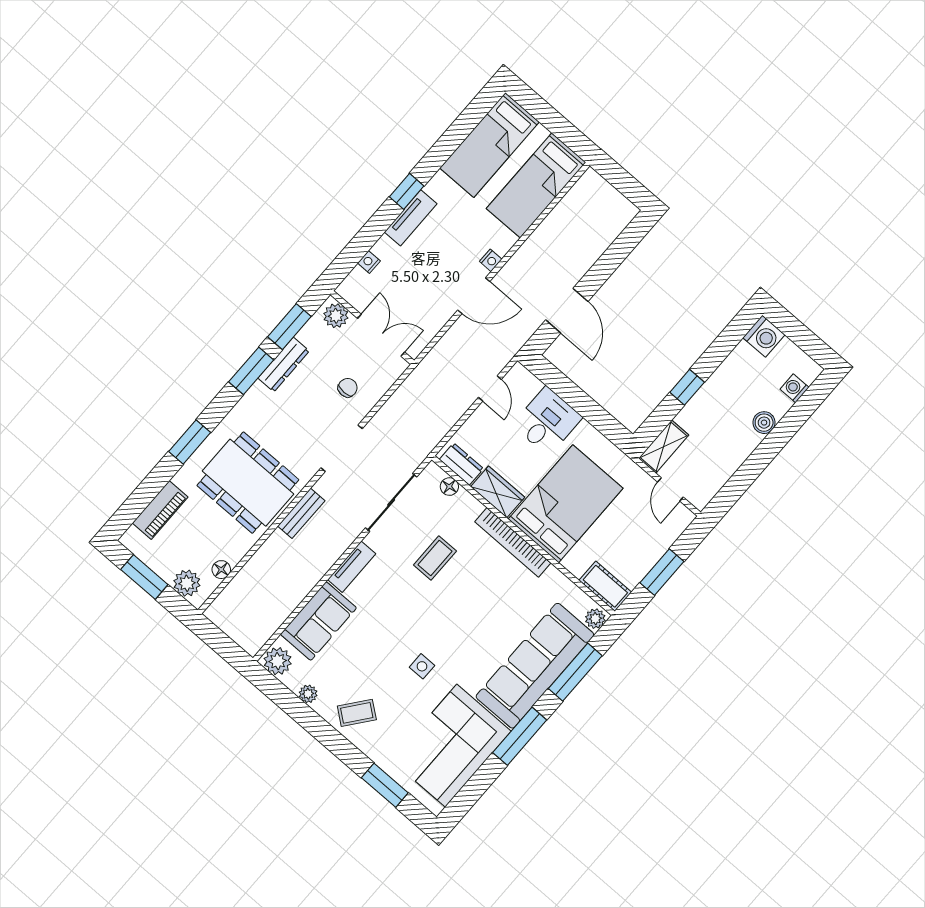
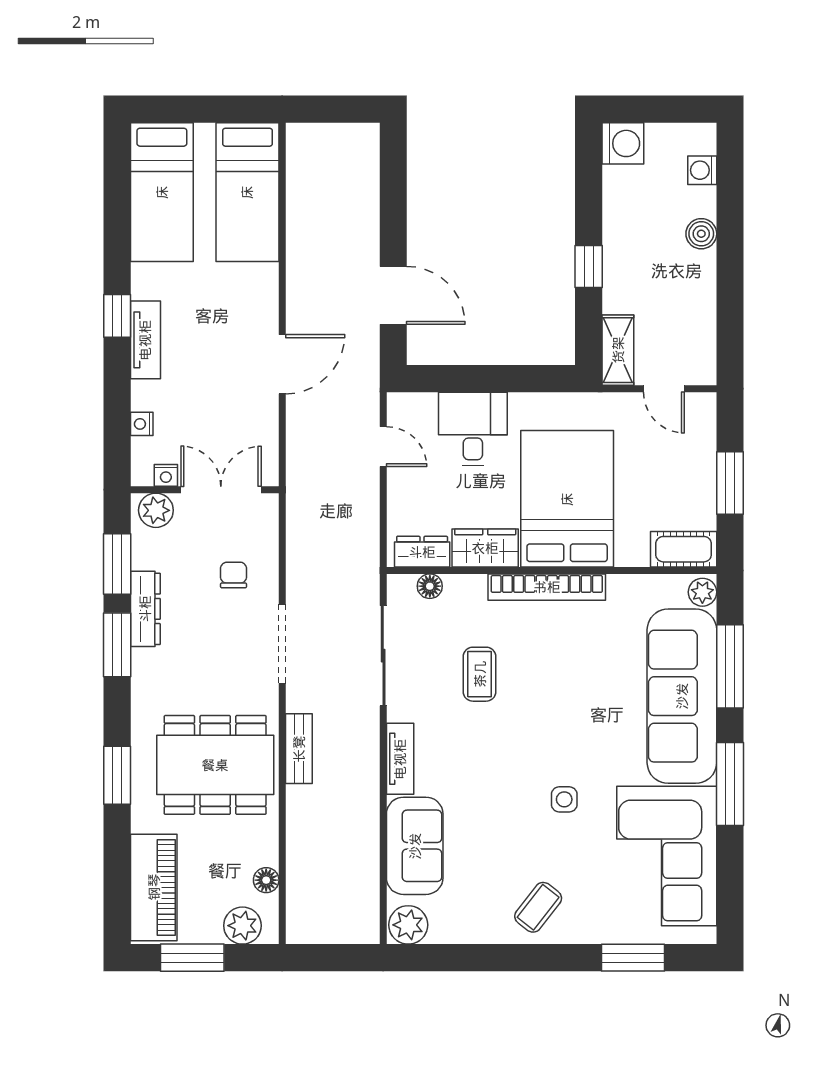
nightstand: (491, 260) -> (166, 475), moved, turned 90
piano: (160, 510) -> (154, 887), width x1.37, depth x1.33
plant: (308, 694) -> (470, 931), removed

